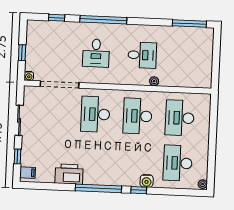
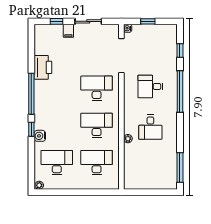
filing cabinet: (28, 173) -> (68, 31), moved

